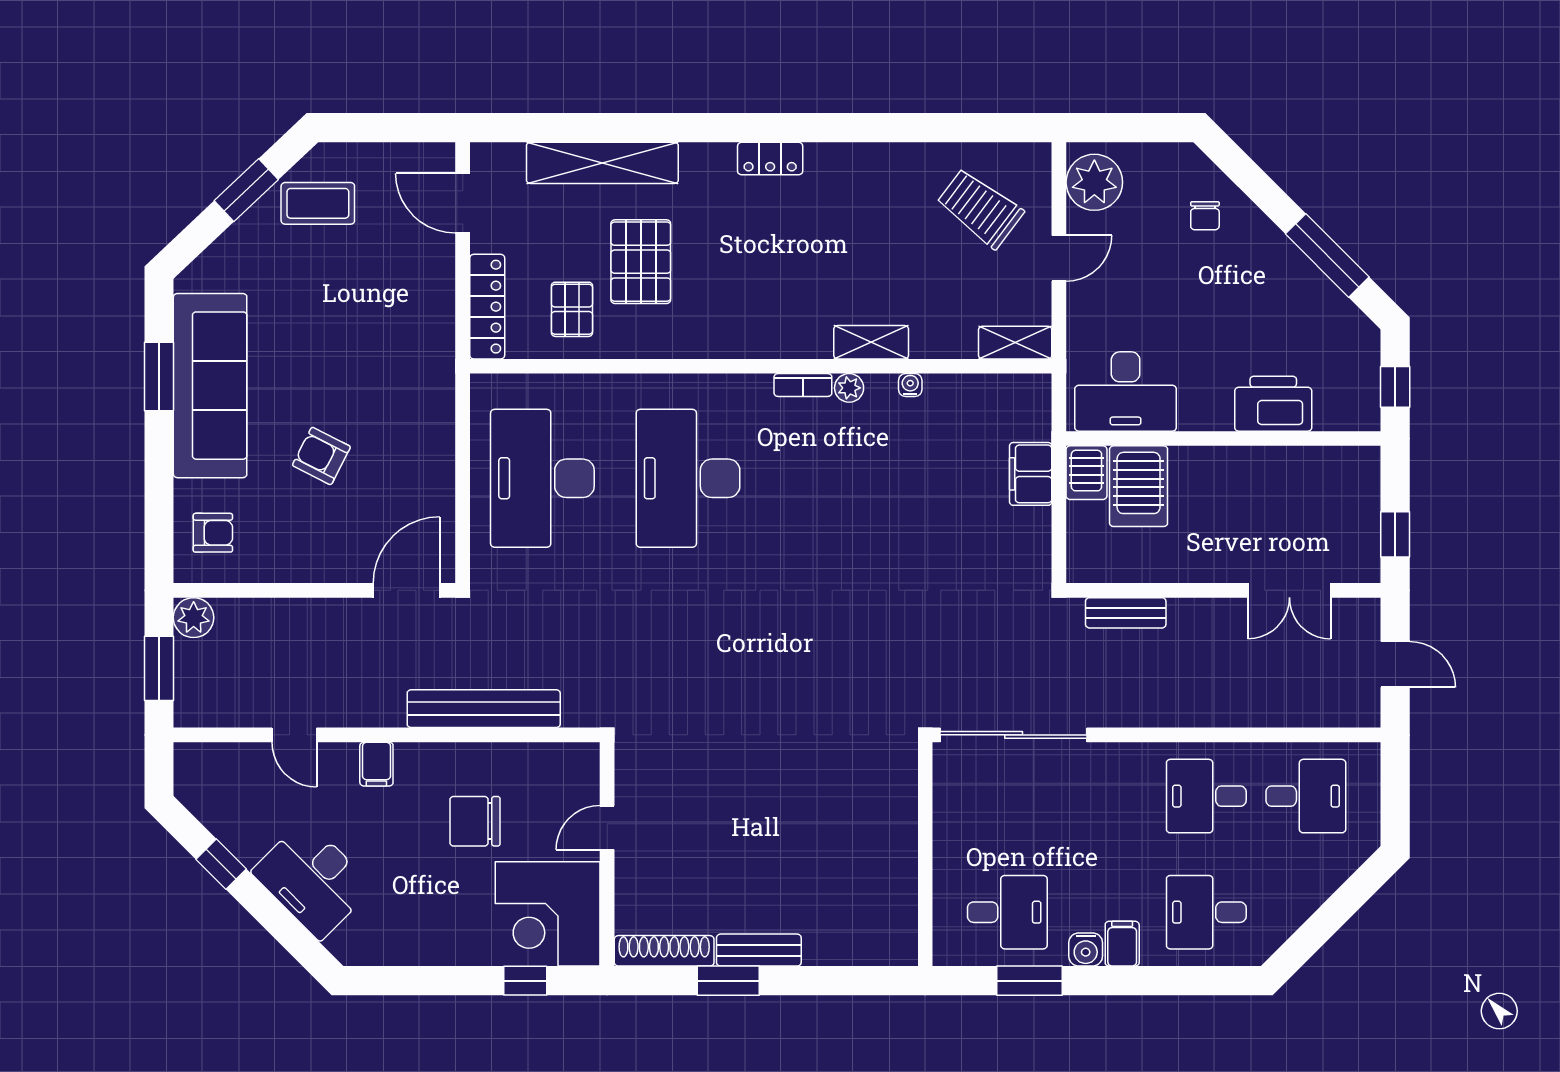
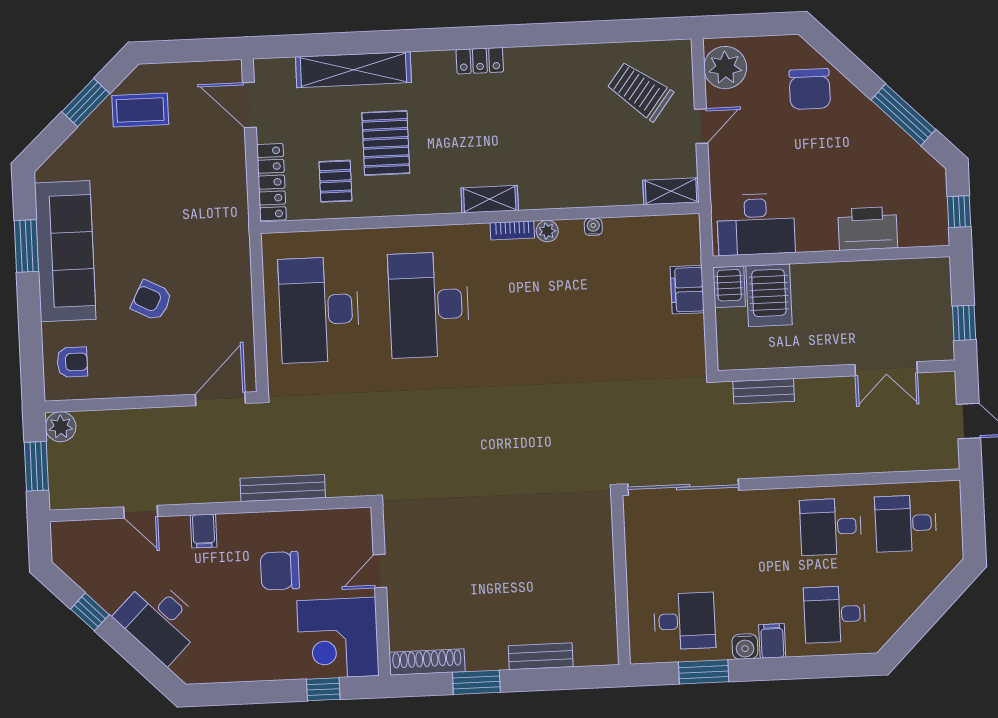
chair: (1205, 216) -> (810, 89), width x1.87, depth x1.87
shelving: (871, 342) -> (490, 199), moved
bench: (484, 709) -> (283, 488), width x0.73, depth x0.82
desk: (1306, 796) -> (906, 523), turned 180
bench: (759, 950) -> (541, 656), moved

